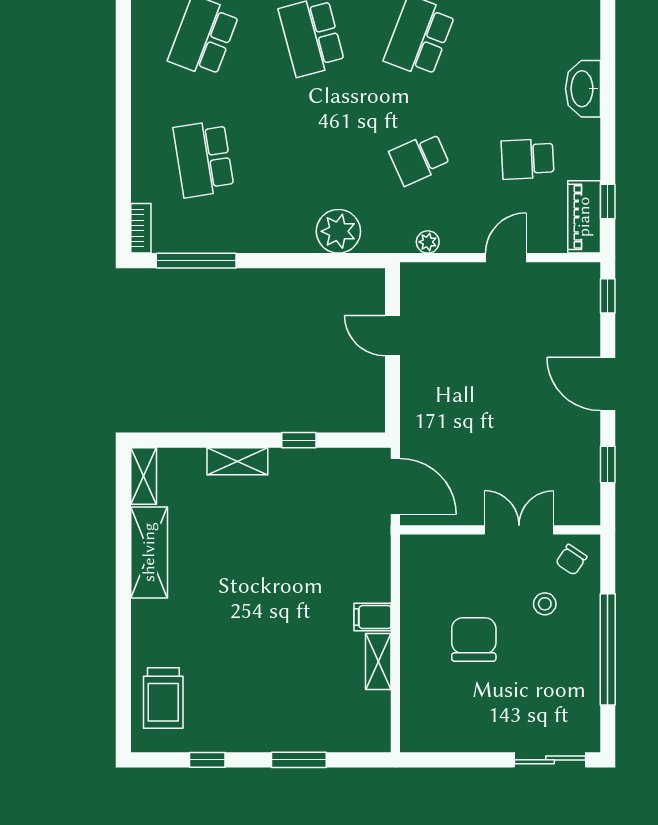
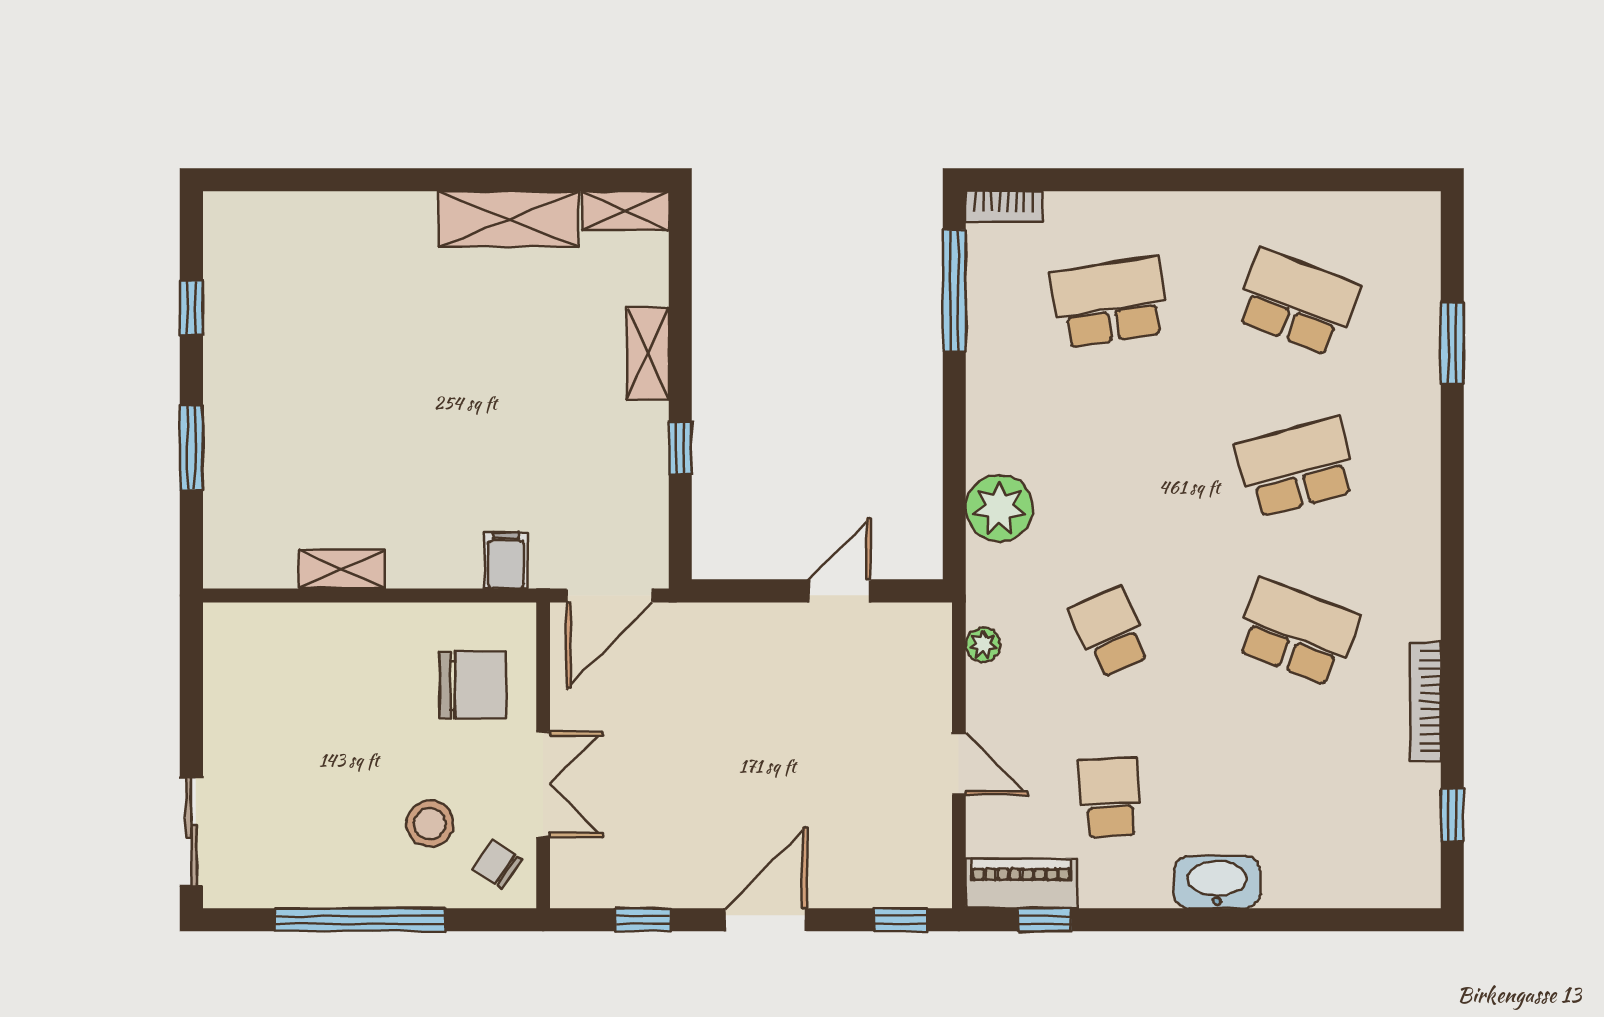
stool: (545, 604) -> (430, 824), width x1.37, depth x1.37
filing cabinet: (373, 617) -> (506, 560), moved
chair: (474, 640) -> (473, 685), moved
trolley: (163, 698) -> (286, 241), removed

